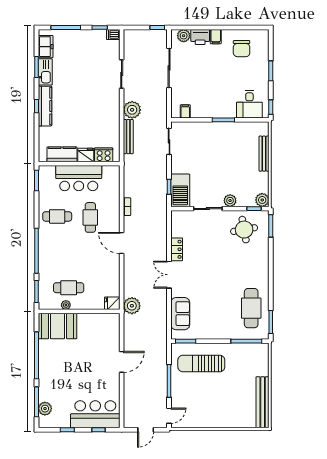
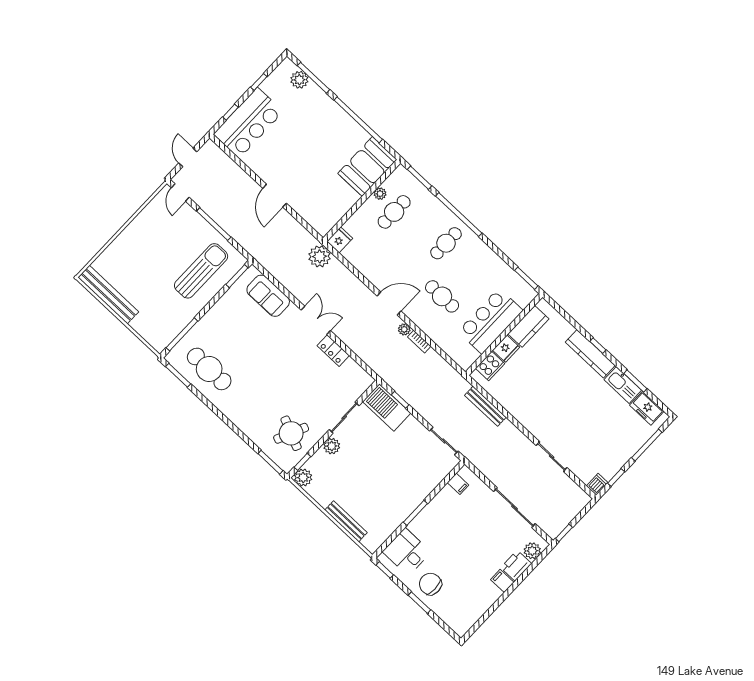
chair: (242, 49) -> (430, 584), moved
plant: (132, 110) -> (404, 329), moved, width x0.53, depth x0.53
cafe table: (57, 216) -> (446, 243), moved
round table: (244, 230) -> (291, 433), turned 34

